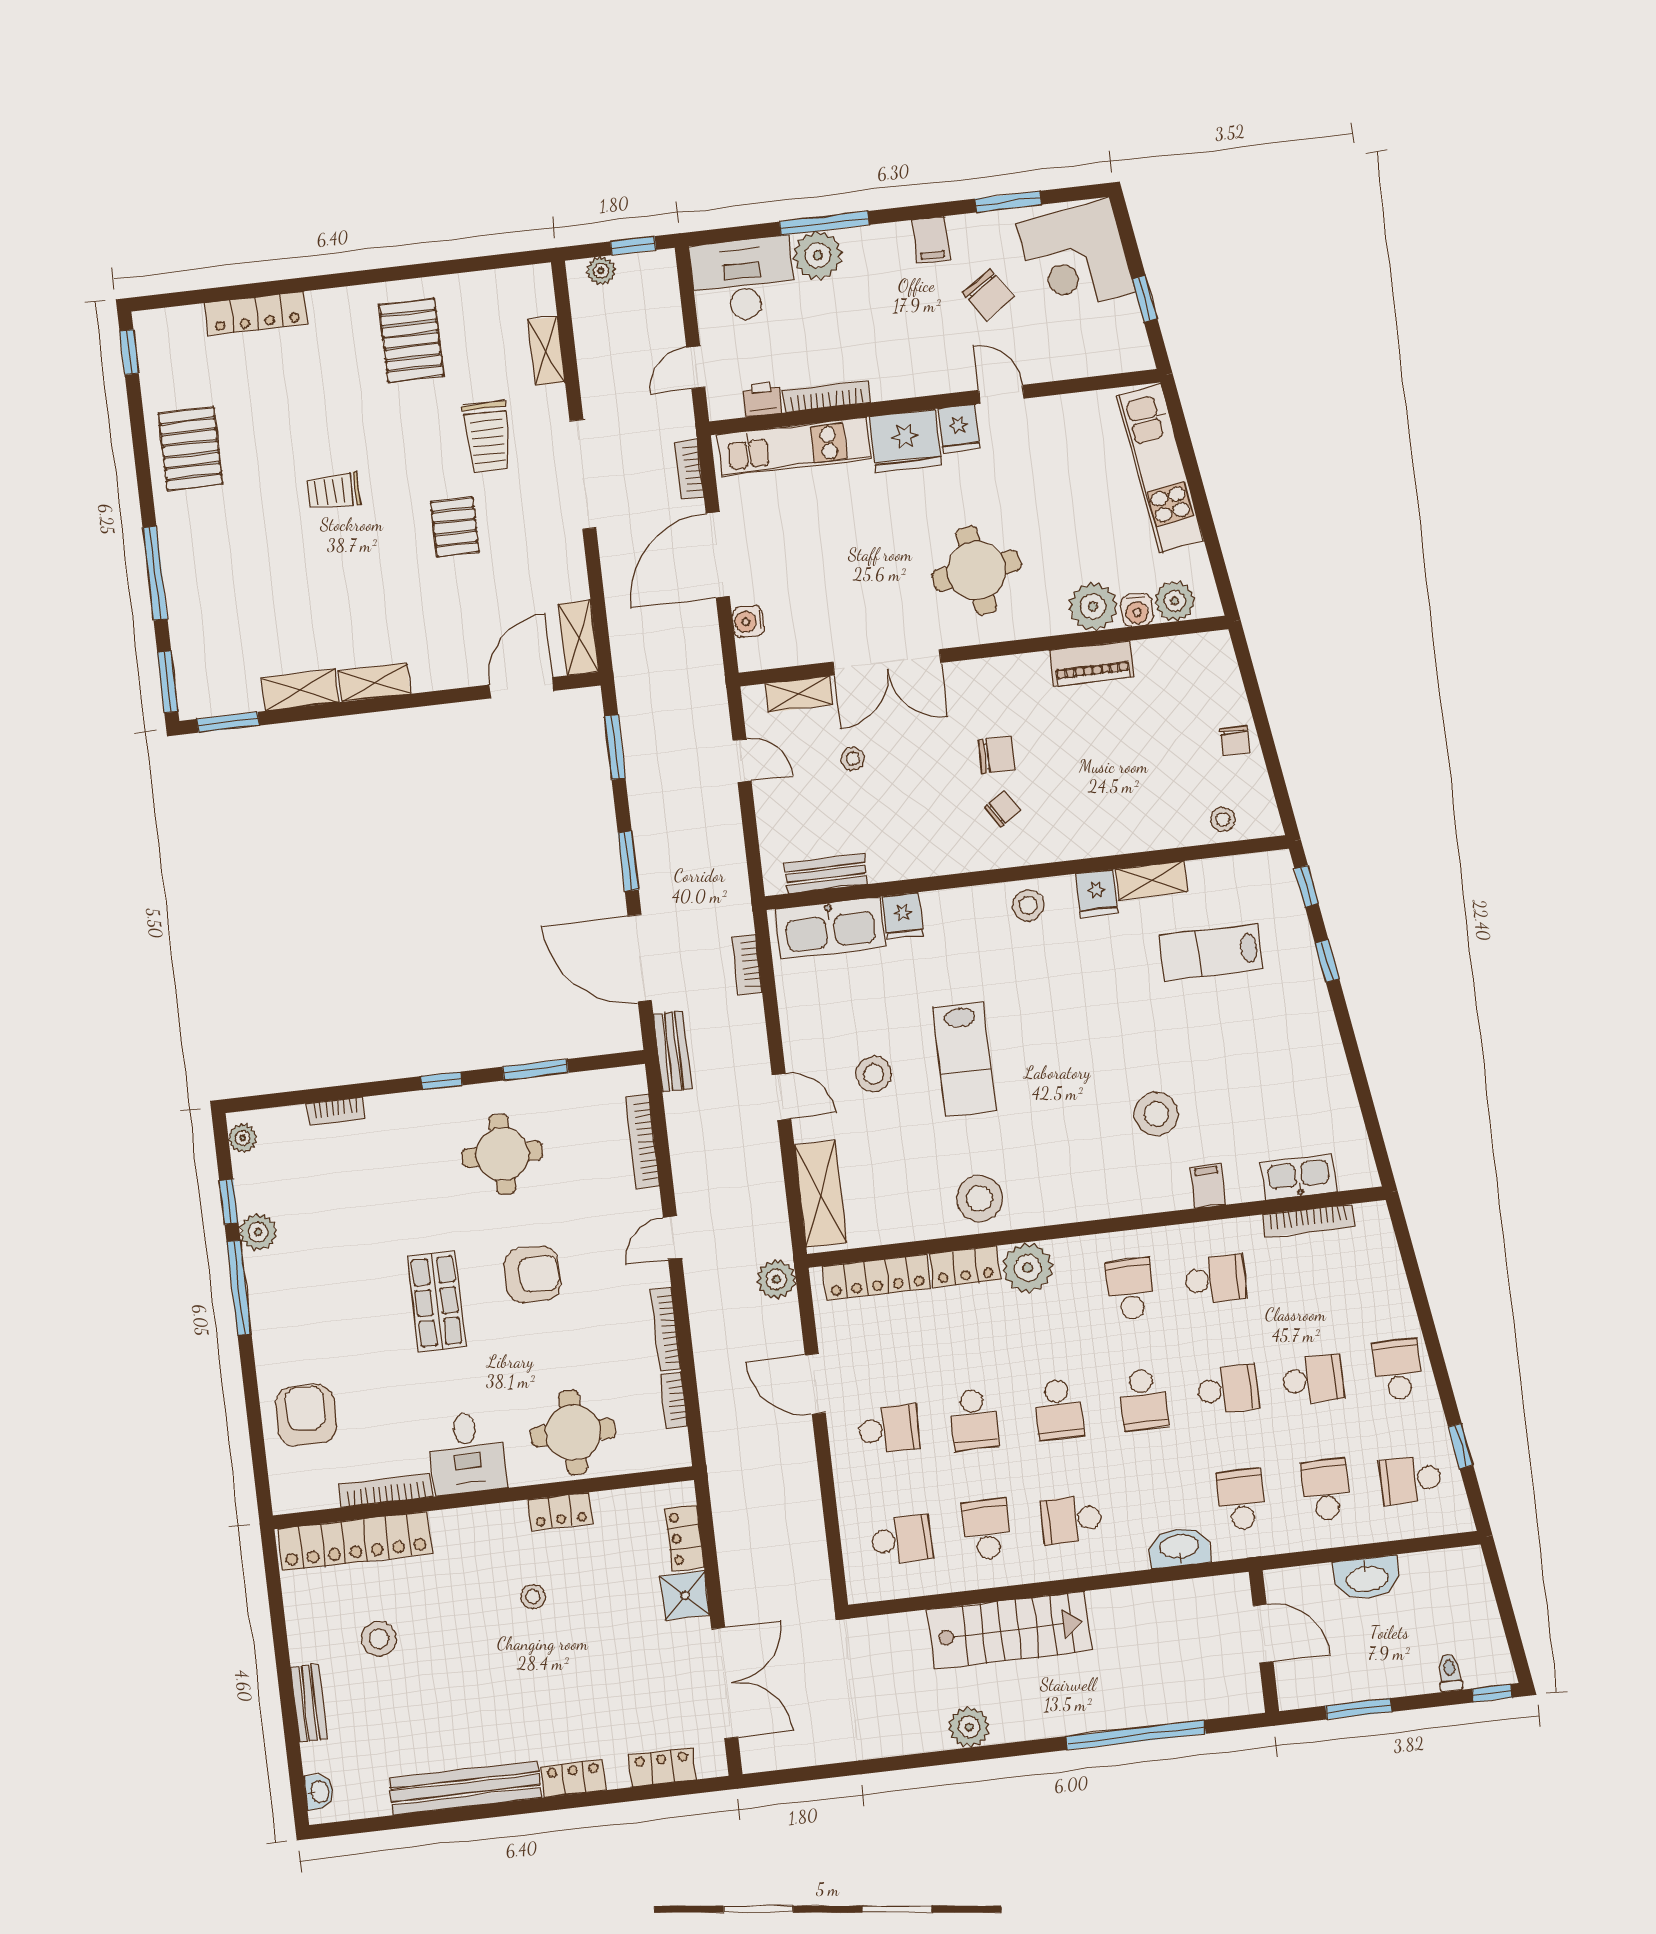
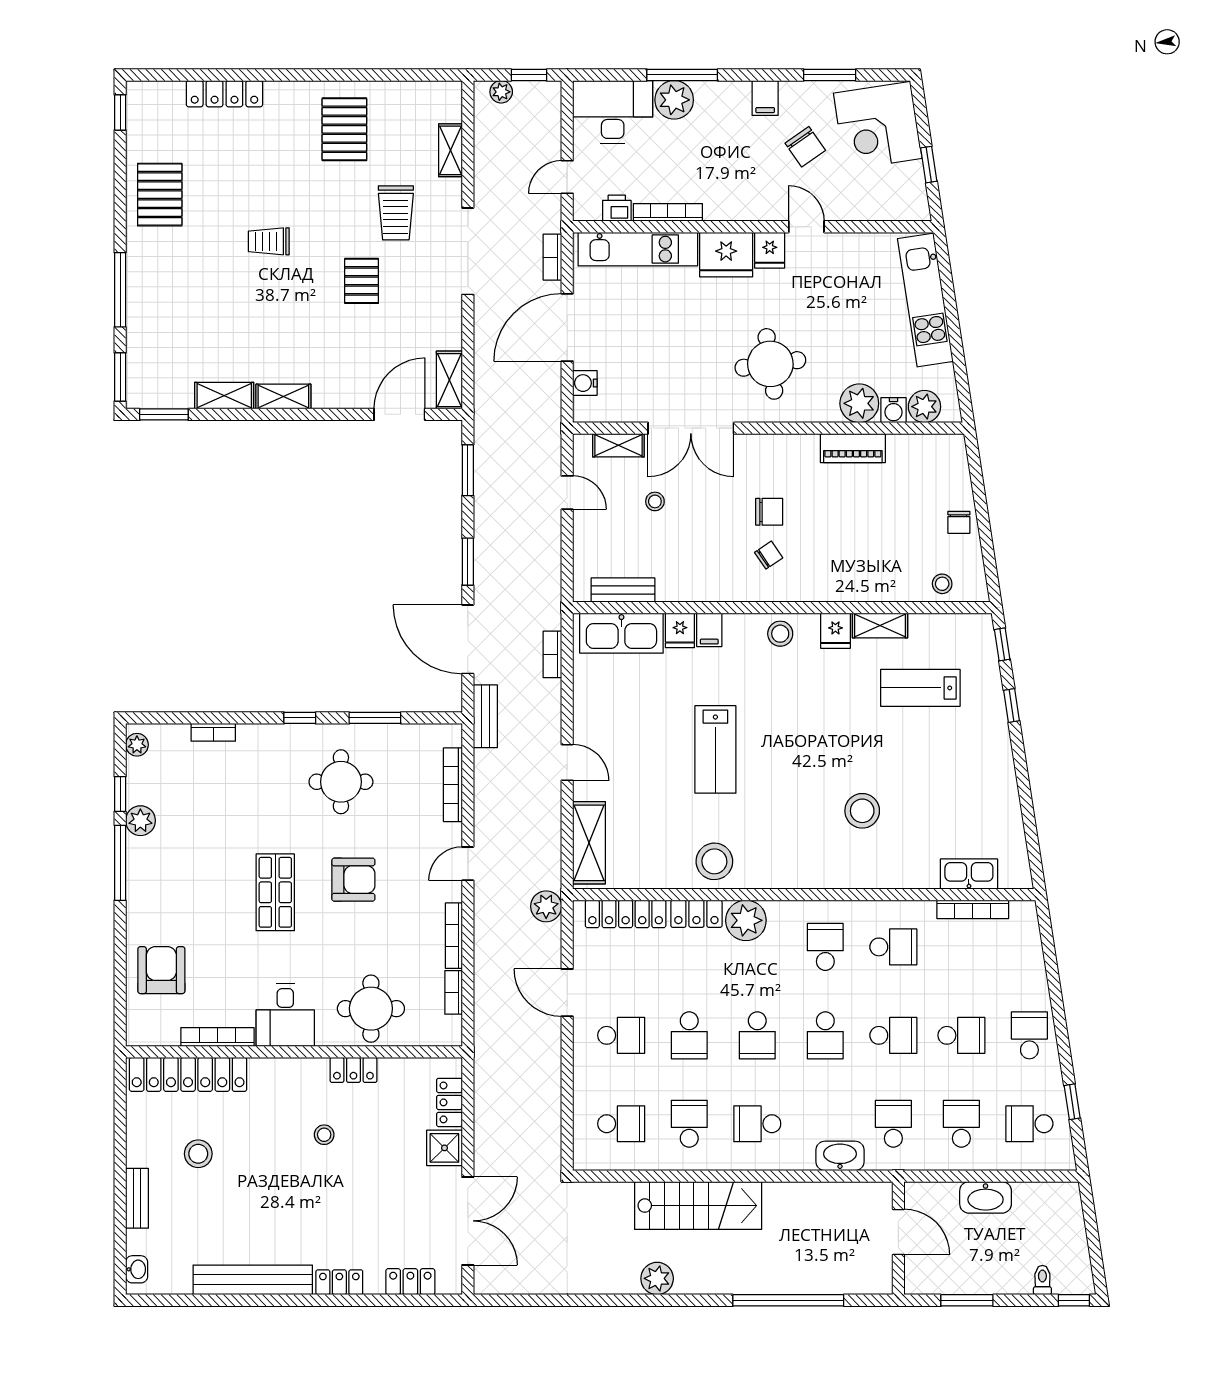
stool: (874, 1074) -> (642, 753), removed
filing cabinet: (1208, 1186) -> (709, 630), moved, turned 180

